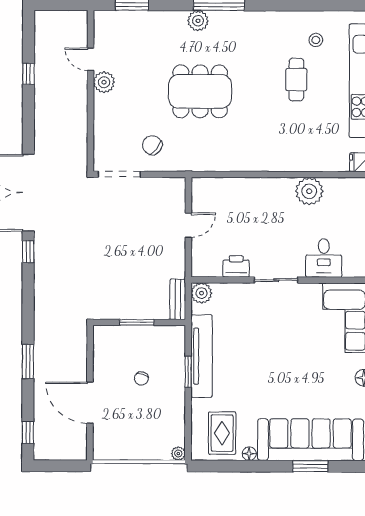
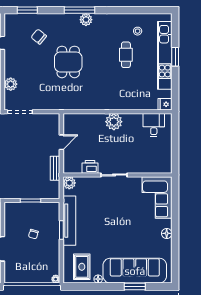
plant: (198, 21) -> (86, 20), moved
plant: (104, 82) -> (11, 84), moved
dining table: (200, 91) -> (68, 62), width x0.73
chair: (152, 145) -> (39, 37), moved
plant: (309, 191) -> (114, 122), moved
desk: (324, 258) -> (154, 125), moved, turned 180
bench: (178, 299) -> (55, 168), moved

